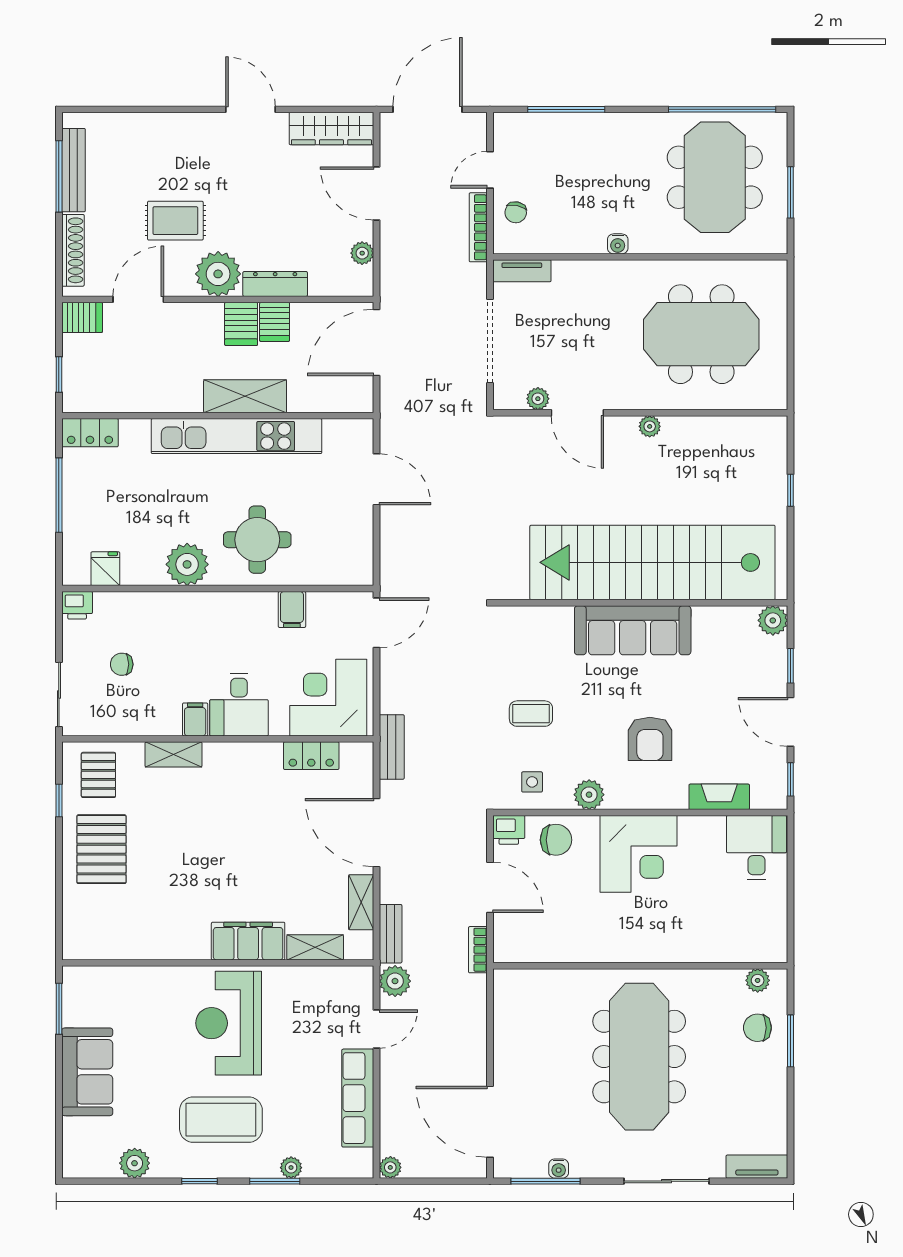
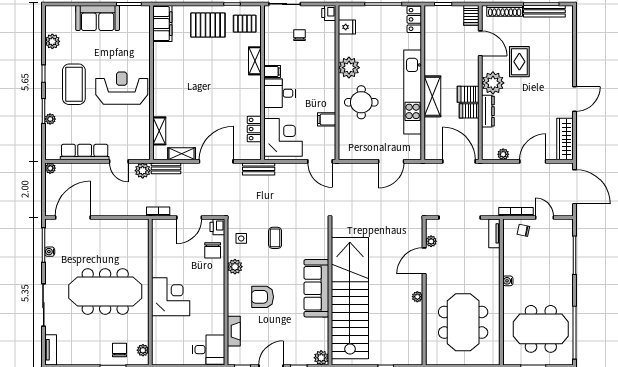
corner desk: (638, 854) -> (171, 297), moved, turned 180
filing cabinet: (248, 941) -> (162, 24), moved

